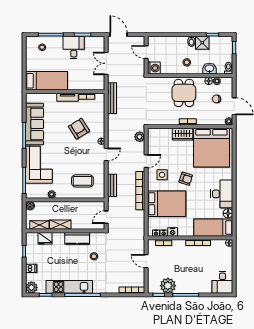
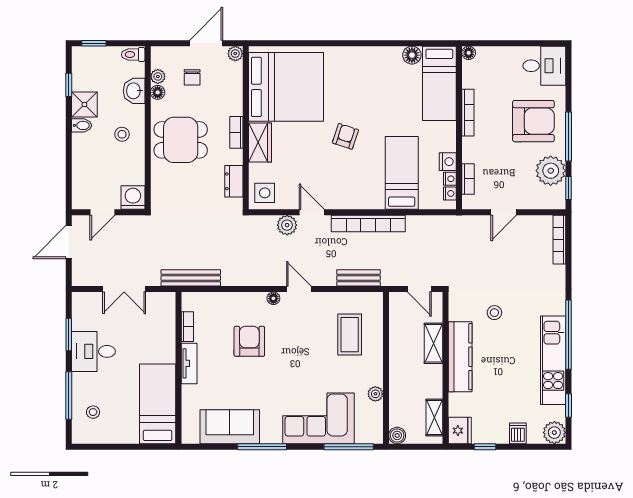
door: (119, 35) -> (69, 242), moved
dresser: (162, 121) -> (234, 181), added
sofa: (35, 124) -> (230, 427), width x0.73
armchair: (79, 129) -> (249, 341), turned 122
plant: (140, 137) -> (287, 225), moved
side table: (162, 175) -> (265, 193), moved
desk: (222, 194) -> (375, 67), removed
bed: (167, 204) -> (402, 173), width x0.67
shelving: (60, 225) -> (433, 343), moved
fridge: (45, 238) -> (460, 431), moved
kitchen counter: (77, 238) -> (460, 357), width x1.50
armchair: (194, 277) -> (533, 121), added

